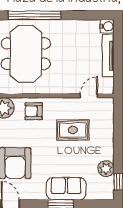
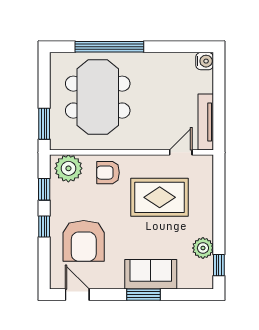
tv unit: (108, 56) -> (206, 122), moved
rug: (73, 130) -> (160, 197), width x1.36, depth x1.43

